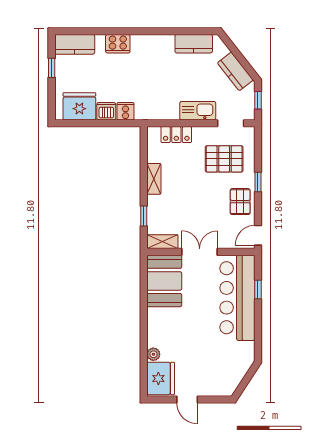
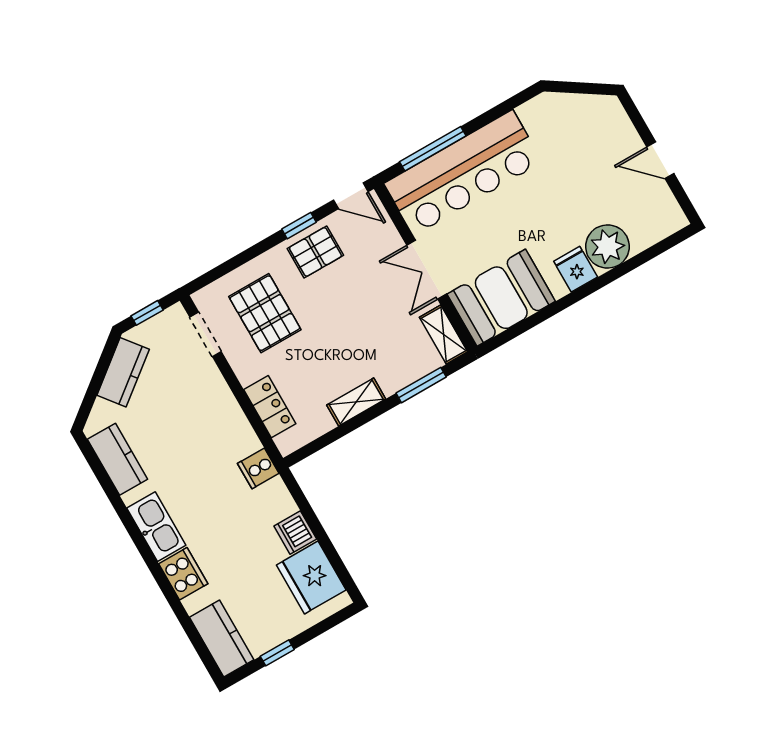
cooker: (125, 111) -> (258, 468), moved
kitchen sink: (198, 111) -> (156, 527), moved, turned 180
window: (258, 182) -> (299, 226), moved
window: (144, 216) -> (421, 385), width x1.50
window: (258, 289) -> (433, 149), width x2.17
plant: (153, 354) -> (607, 247), width x1.87, depth x1.87
fridge: (161, 378) -> (576, 269), moved, width x0.53, depth x0.75
door: (187, 399) -> (660, 160), swing flipped

